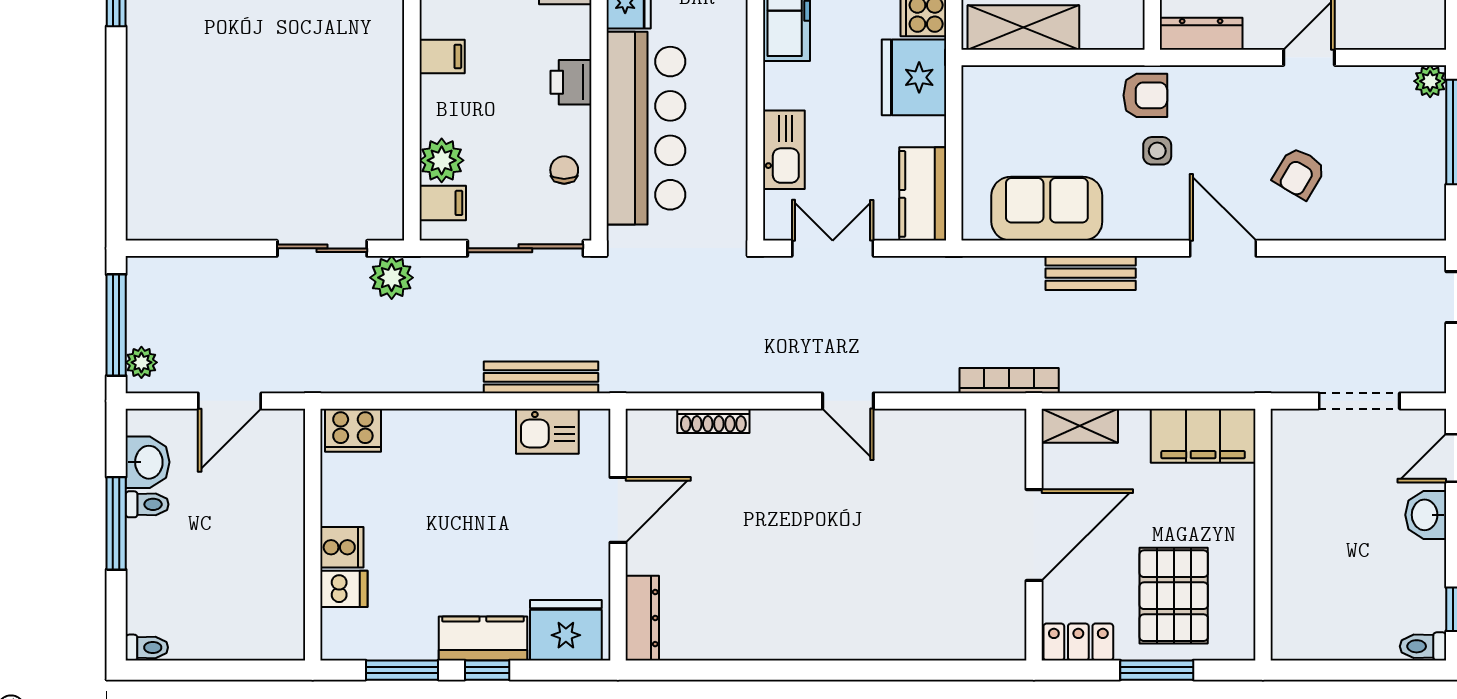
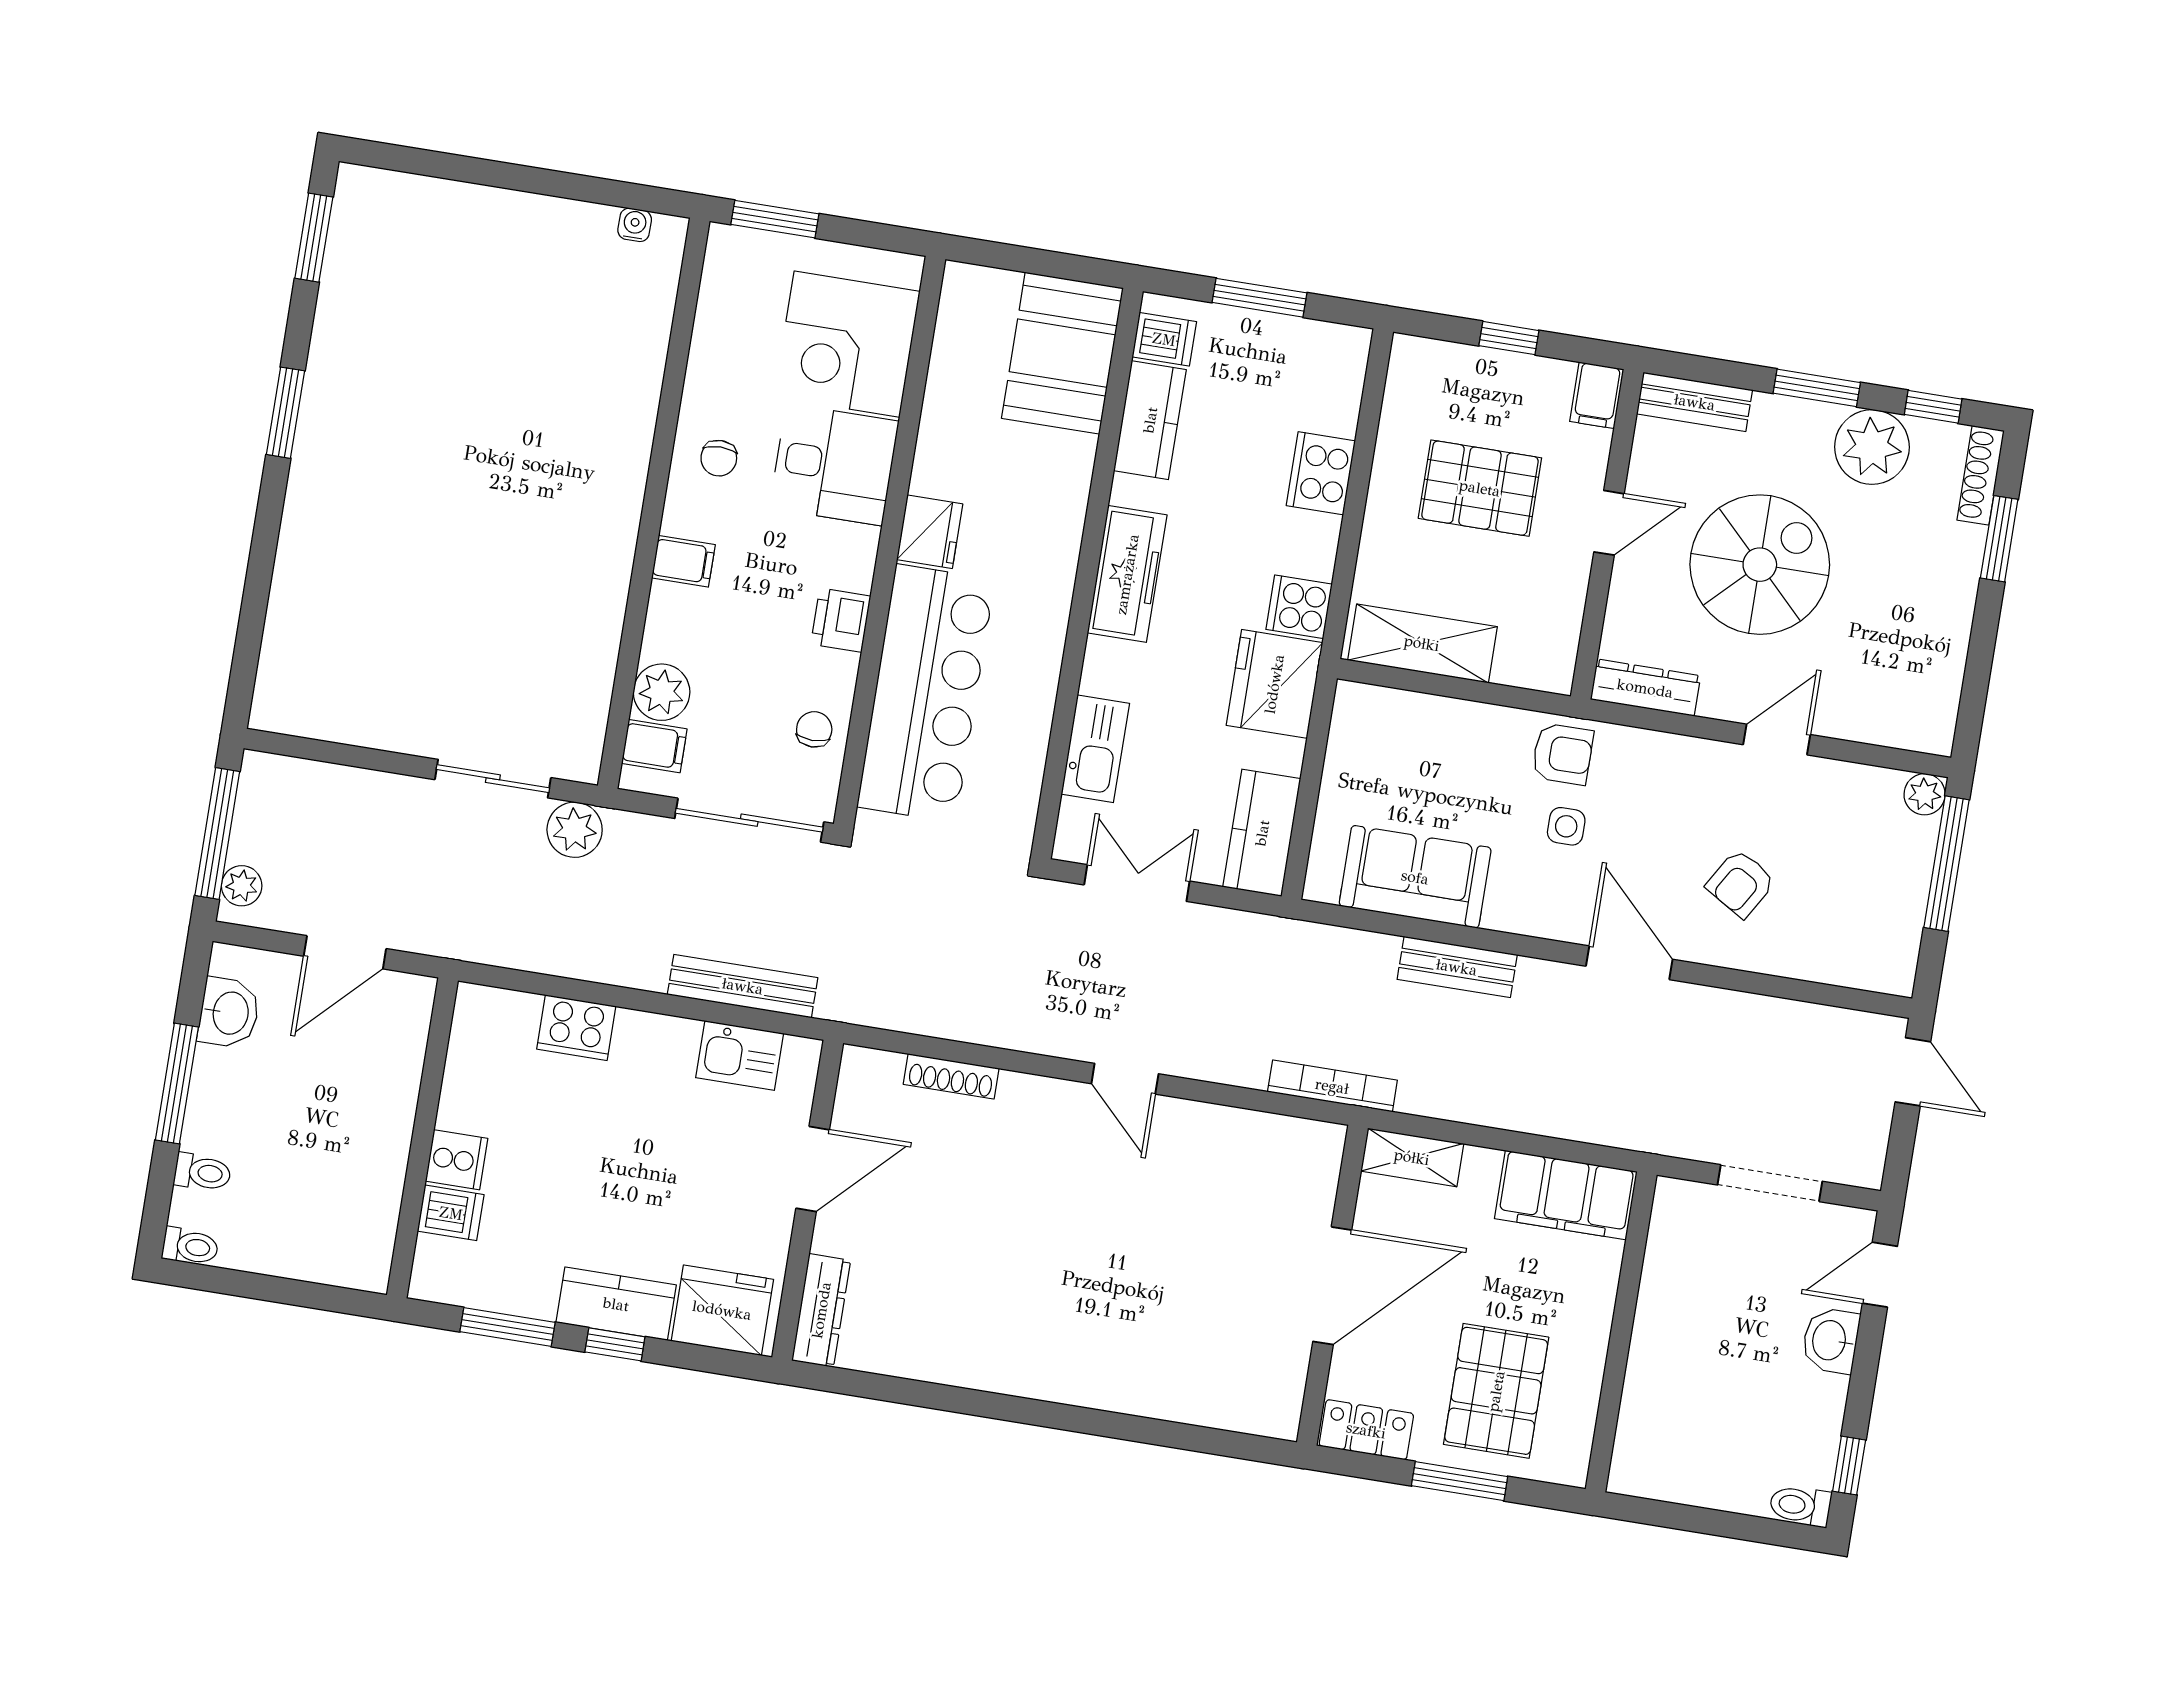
cooker: (353, 430) -> (576, 1028), moved
toilet: (147, 504) -> (203, 1172), moved

